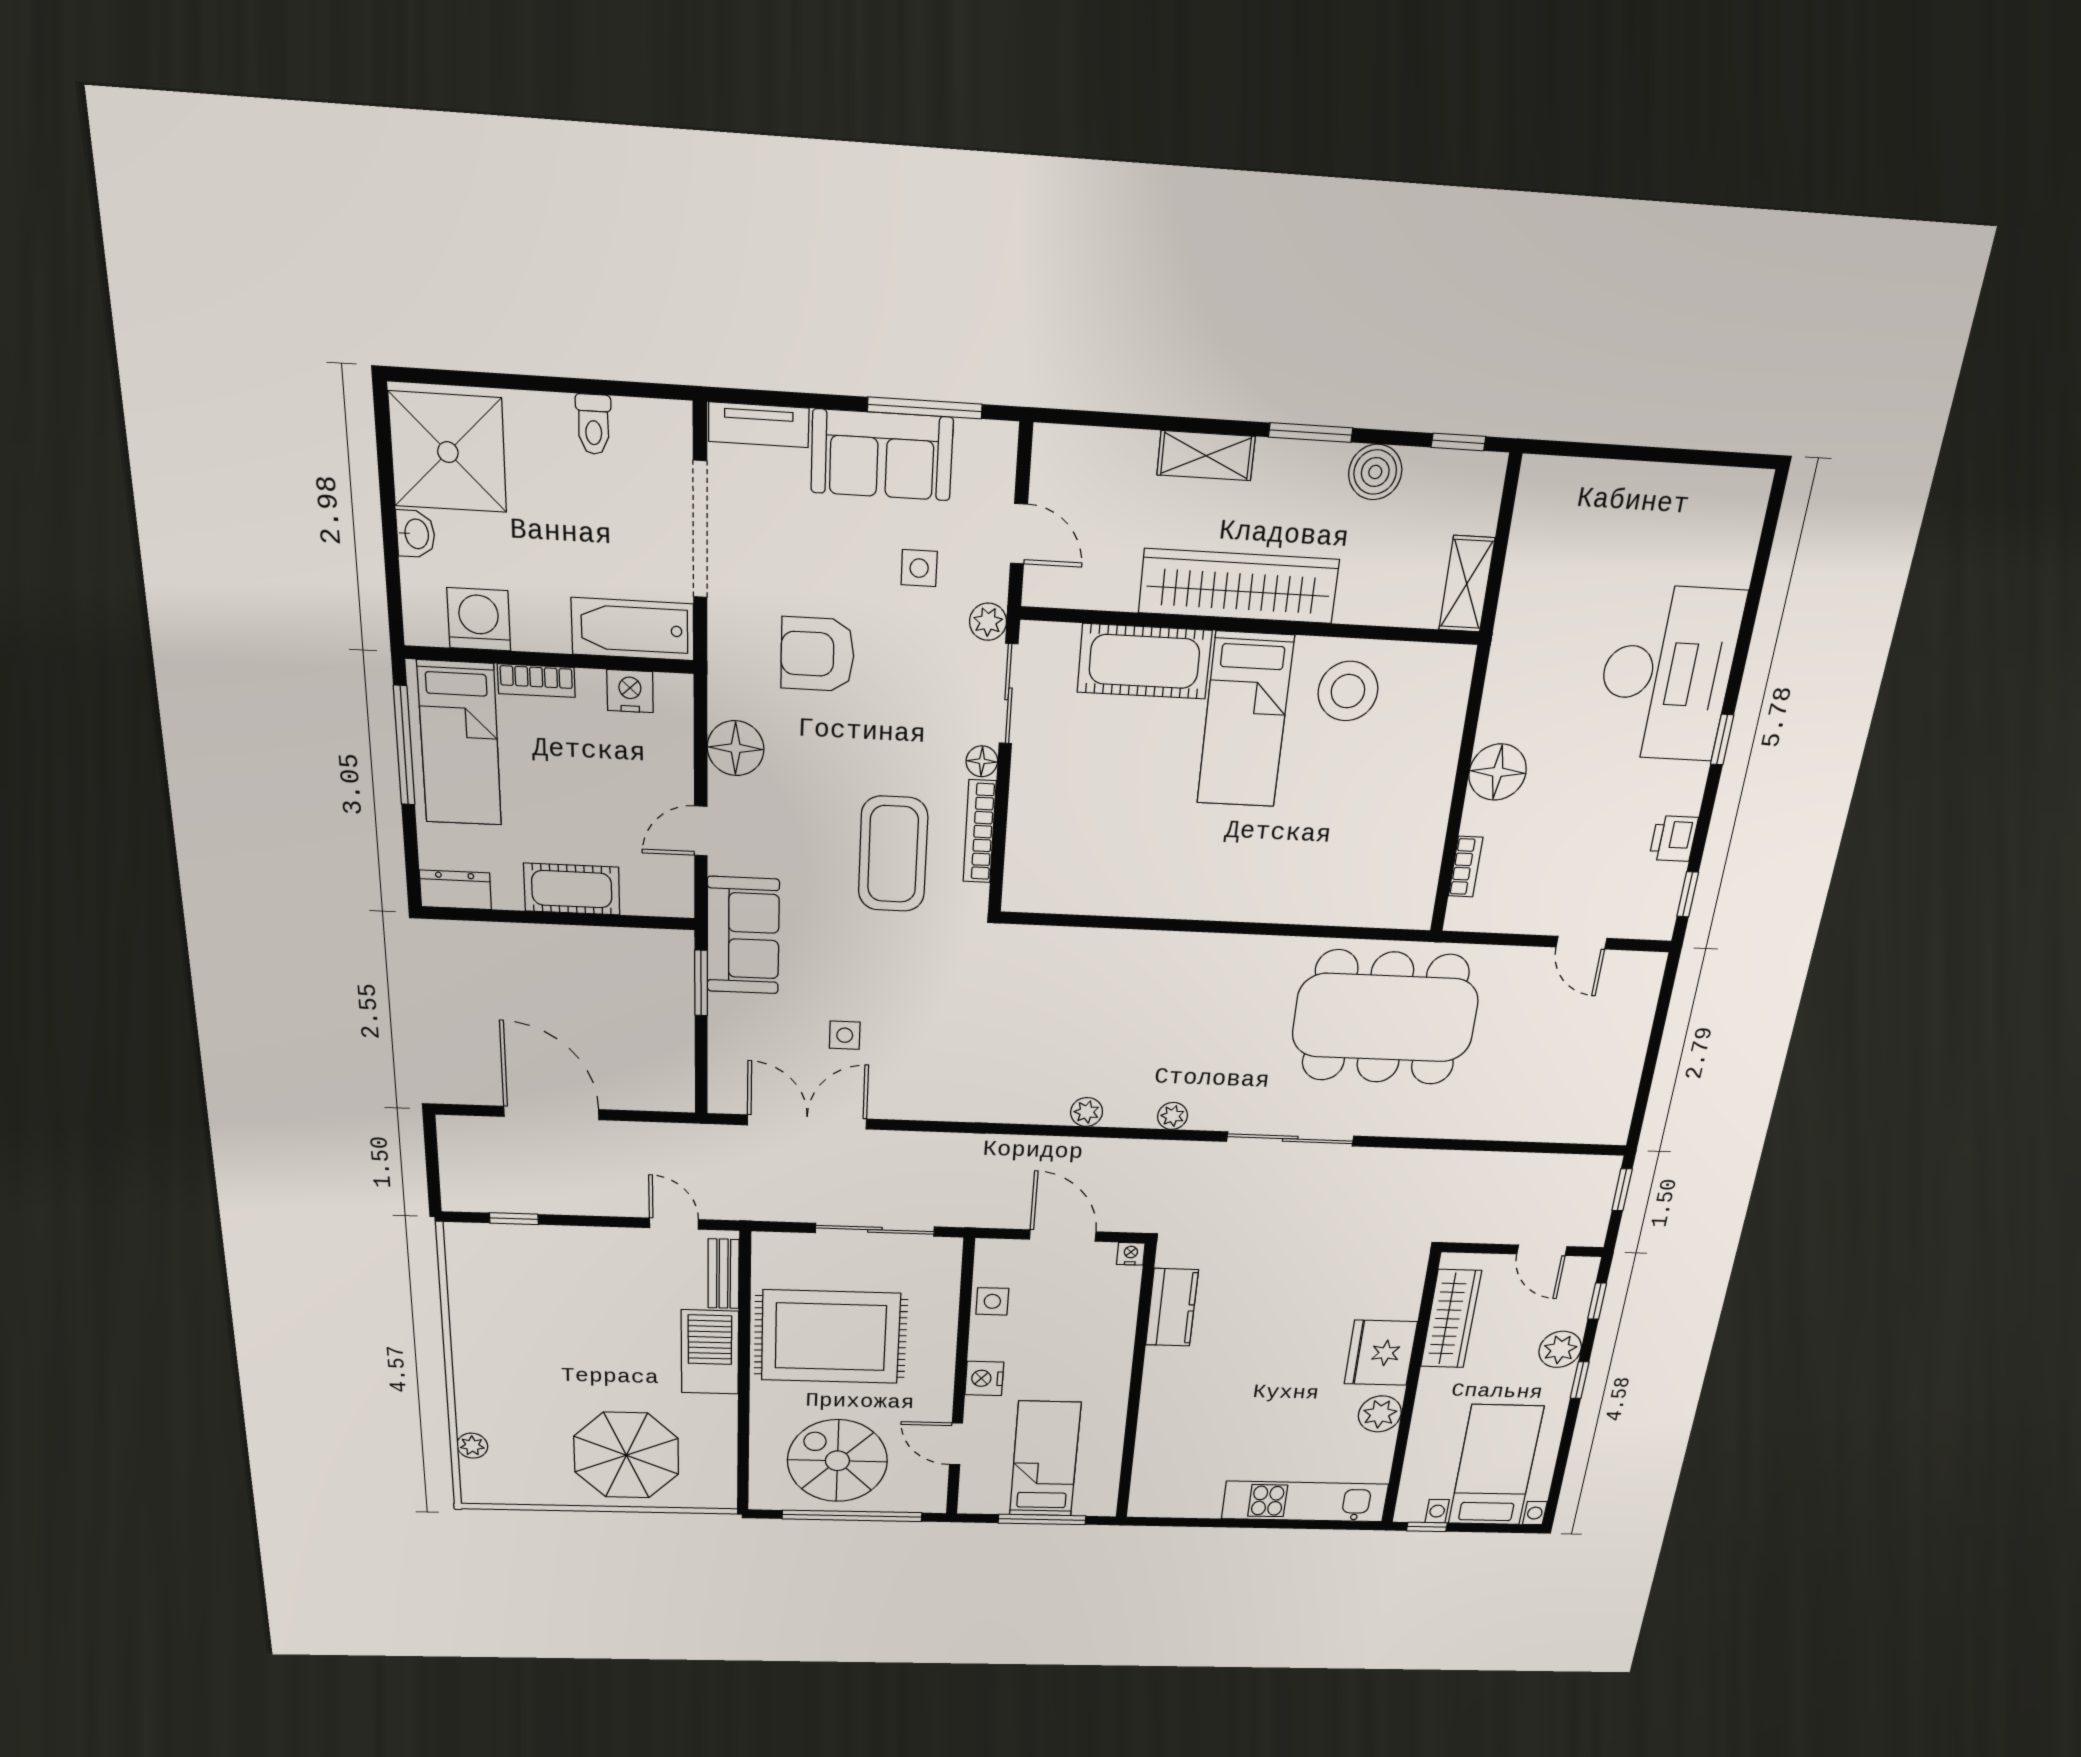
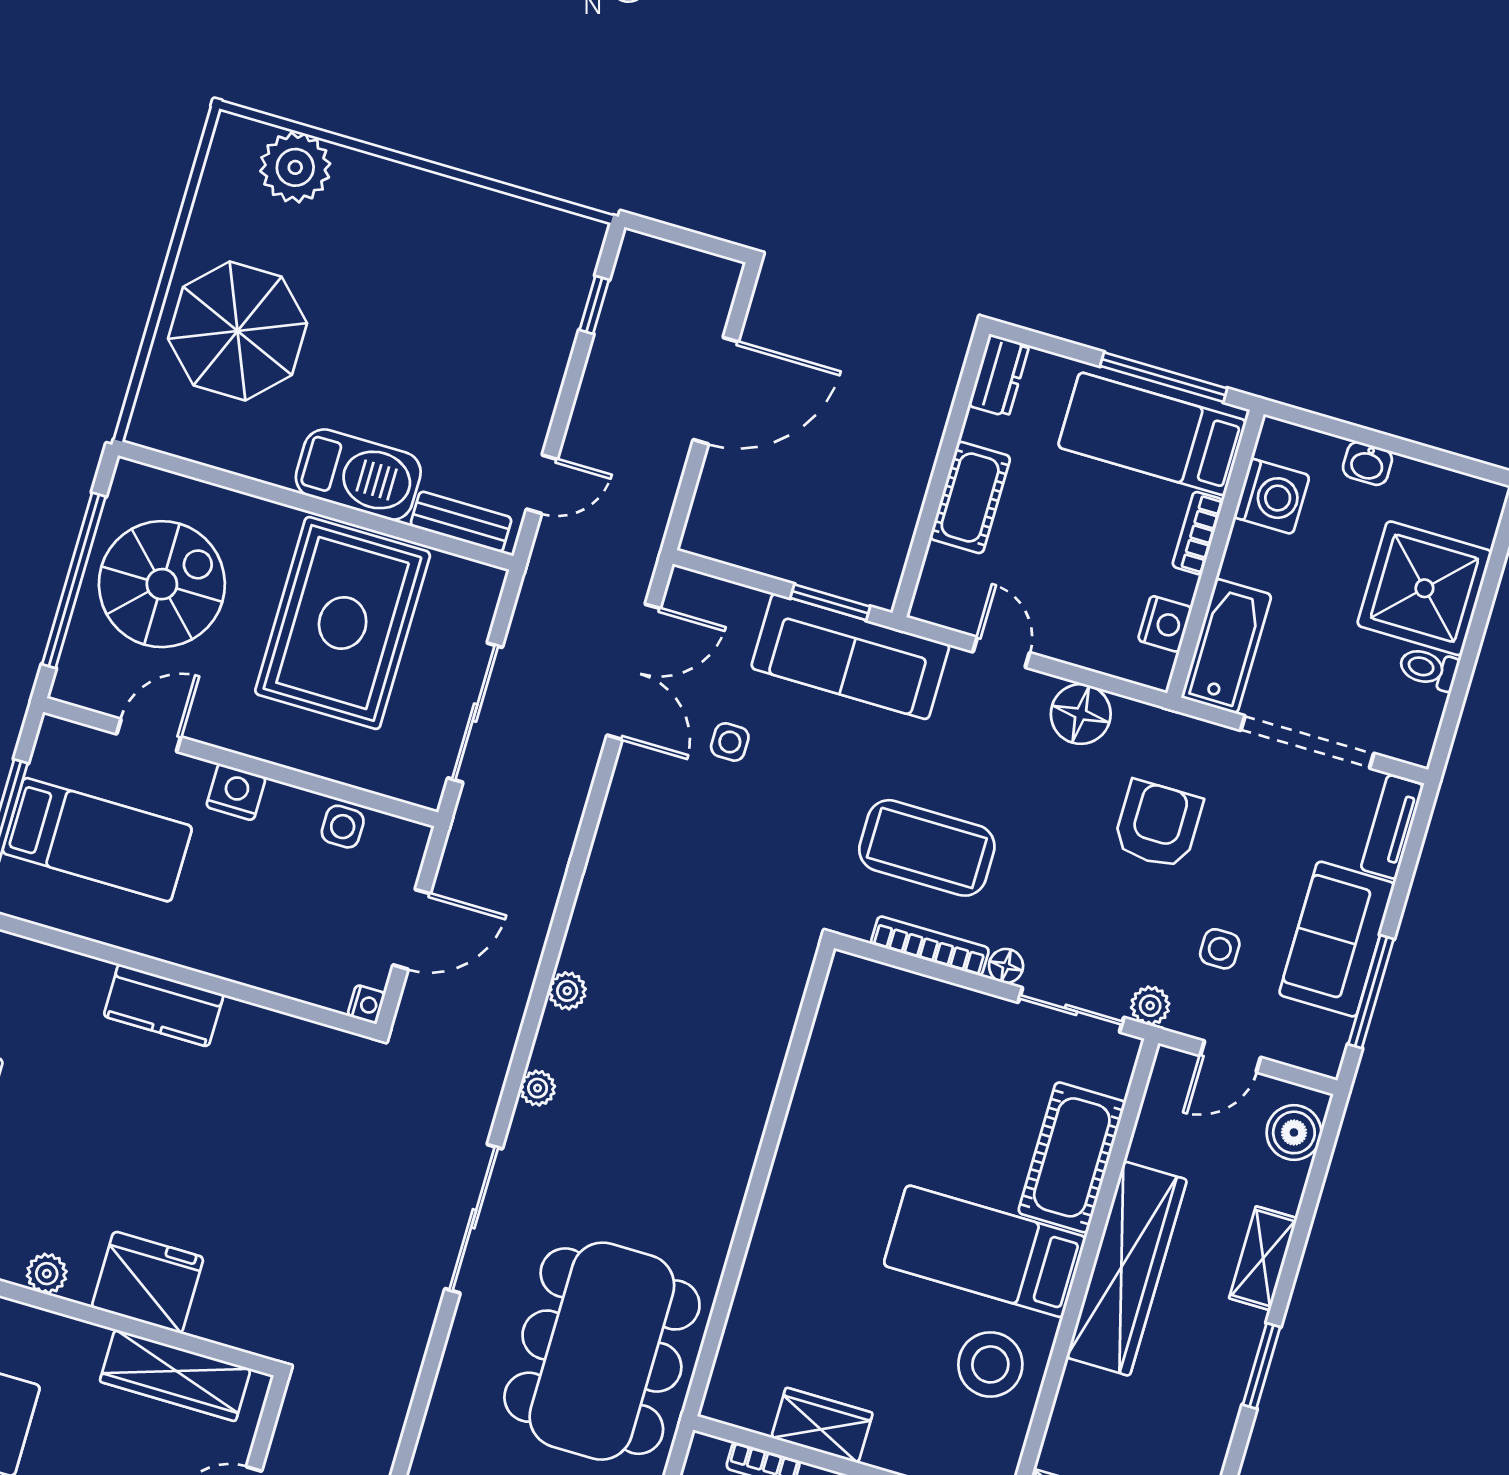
shower: (448, 452) -> (1424, 588), moved
boiler: (1375, 472) -> (1294, 1132), moved
wardrobe: (1424, 825) -> (822, 1425), added
sofa: (743, 936) -> (850, 656), width x1.36
kitchen counter: (1172, 1307) -> (164, 1005), moved
plant: (1380, 1414) -> (47, 1274), width x0.73, depth x0.73
plant: (472, 1446) -> (295, 167), width x1.87, depth x1.87

